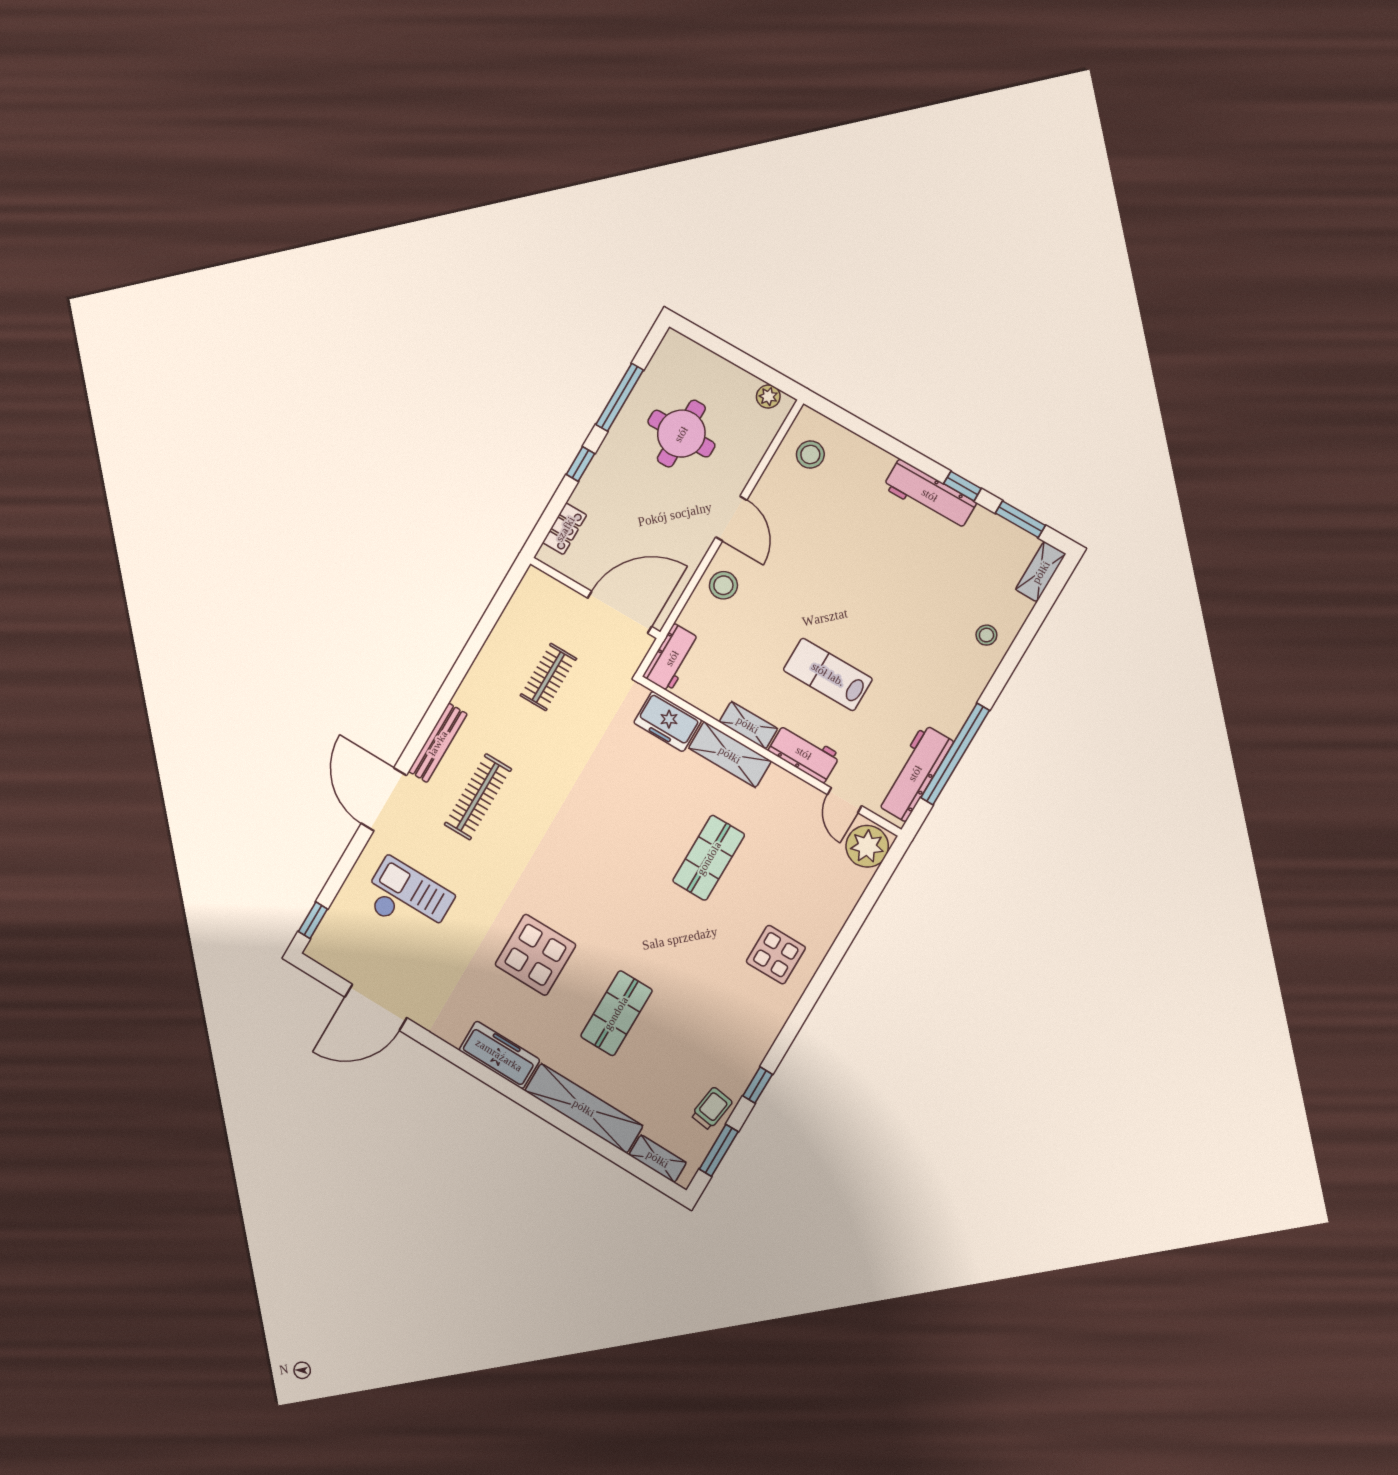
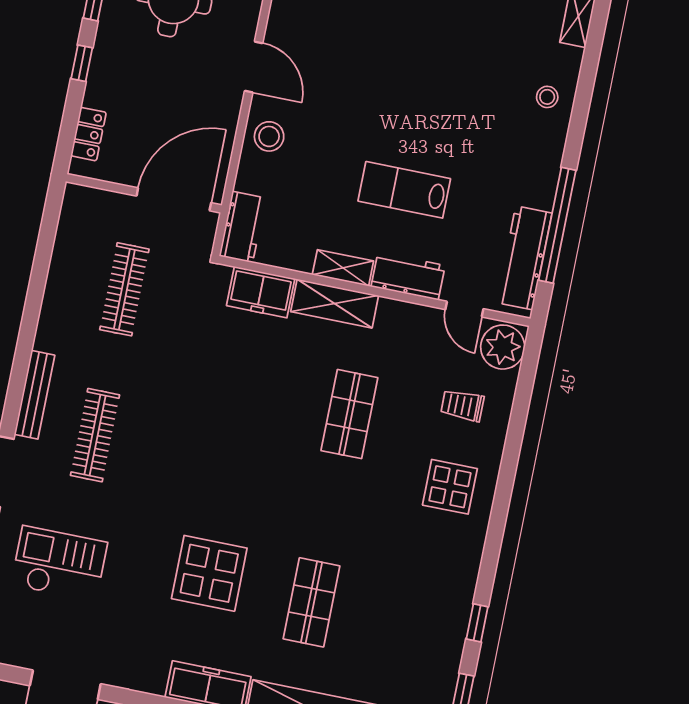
clothes rail: (548, 677) -> (124, 289), width x1.36
trolley: (712, 1109) -> (462, 405), moved, turned -98

